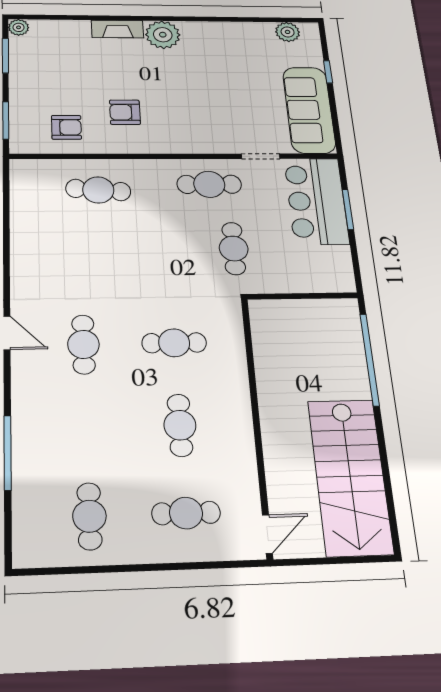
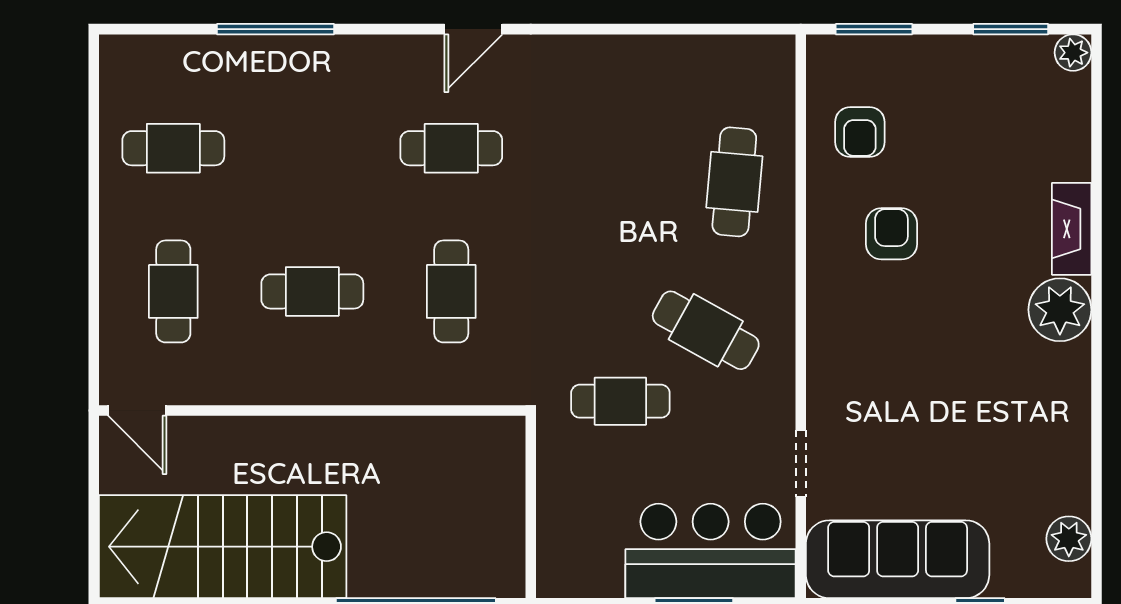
cafe table: (209, 184) -> (706, 330), moved, turned -61

